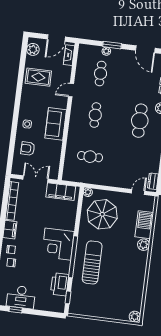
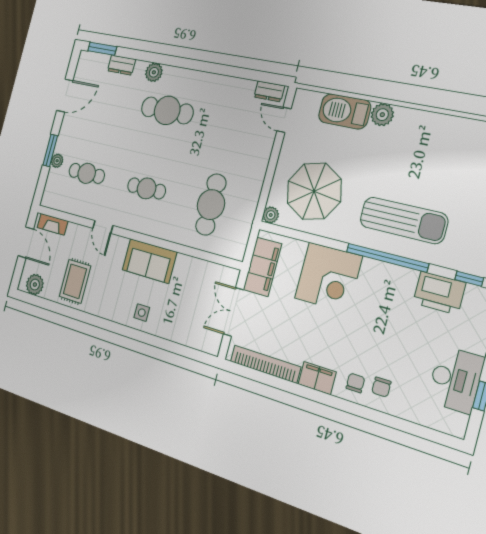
armchair: (28, 148) -> (181, 318), removed
cafe table: (90, 157) -> (211, 205), width x1.37, depth x1.35
corner desk: (58, 244) -> (328, 277), moved
sun lounger: (92, 262) -> (403, 220), turned 180

